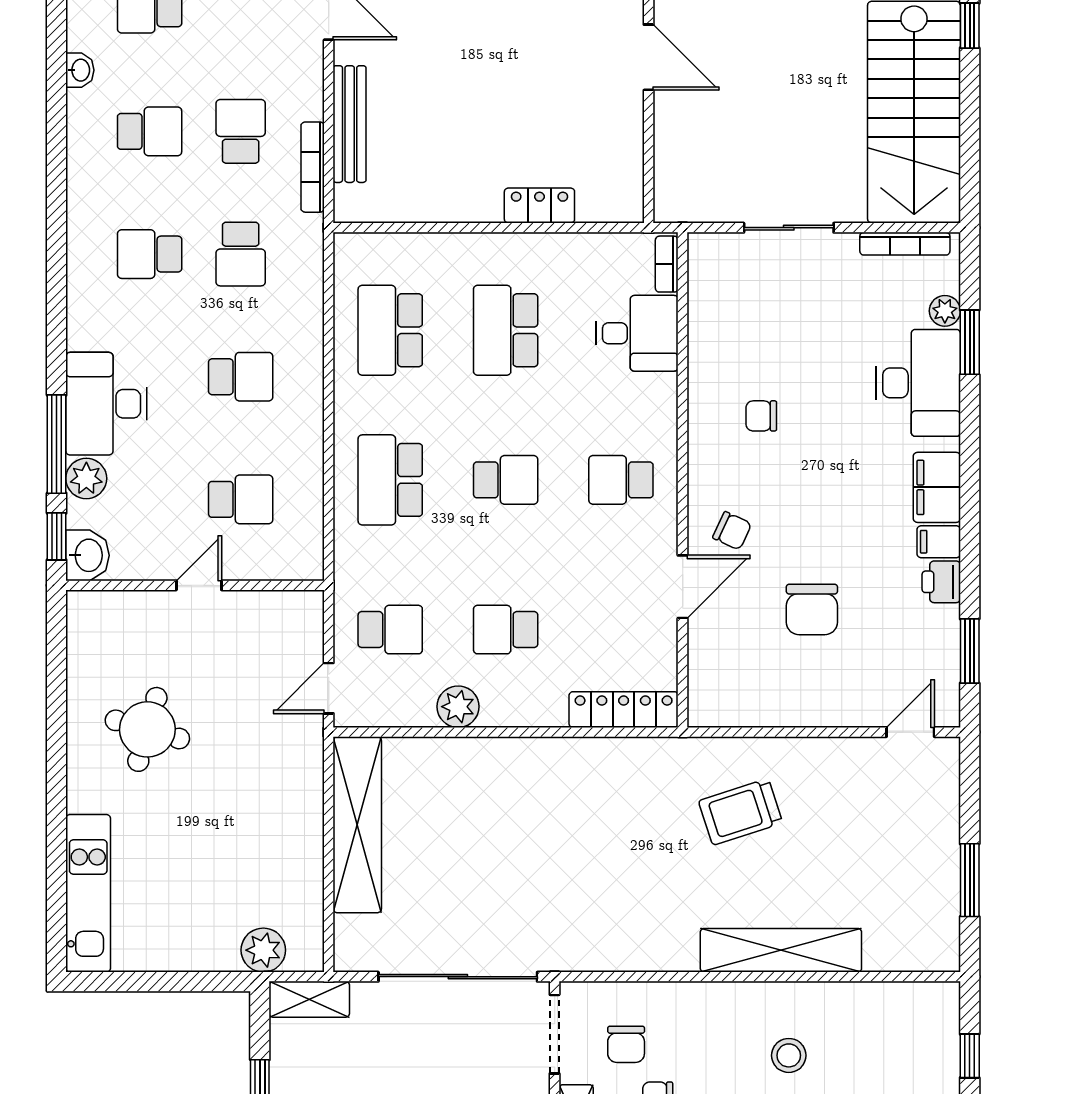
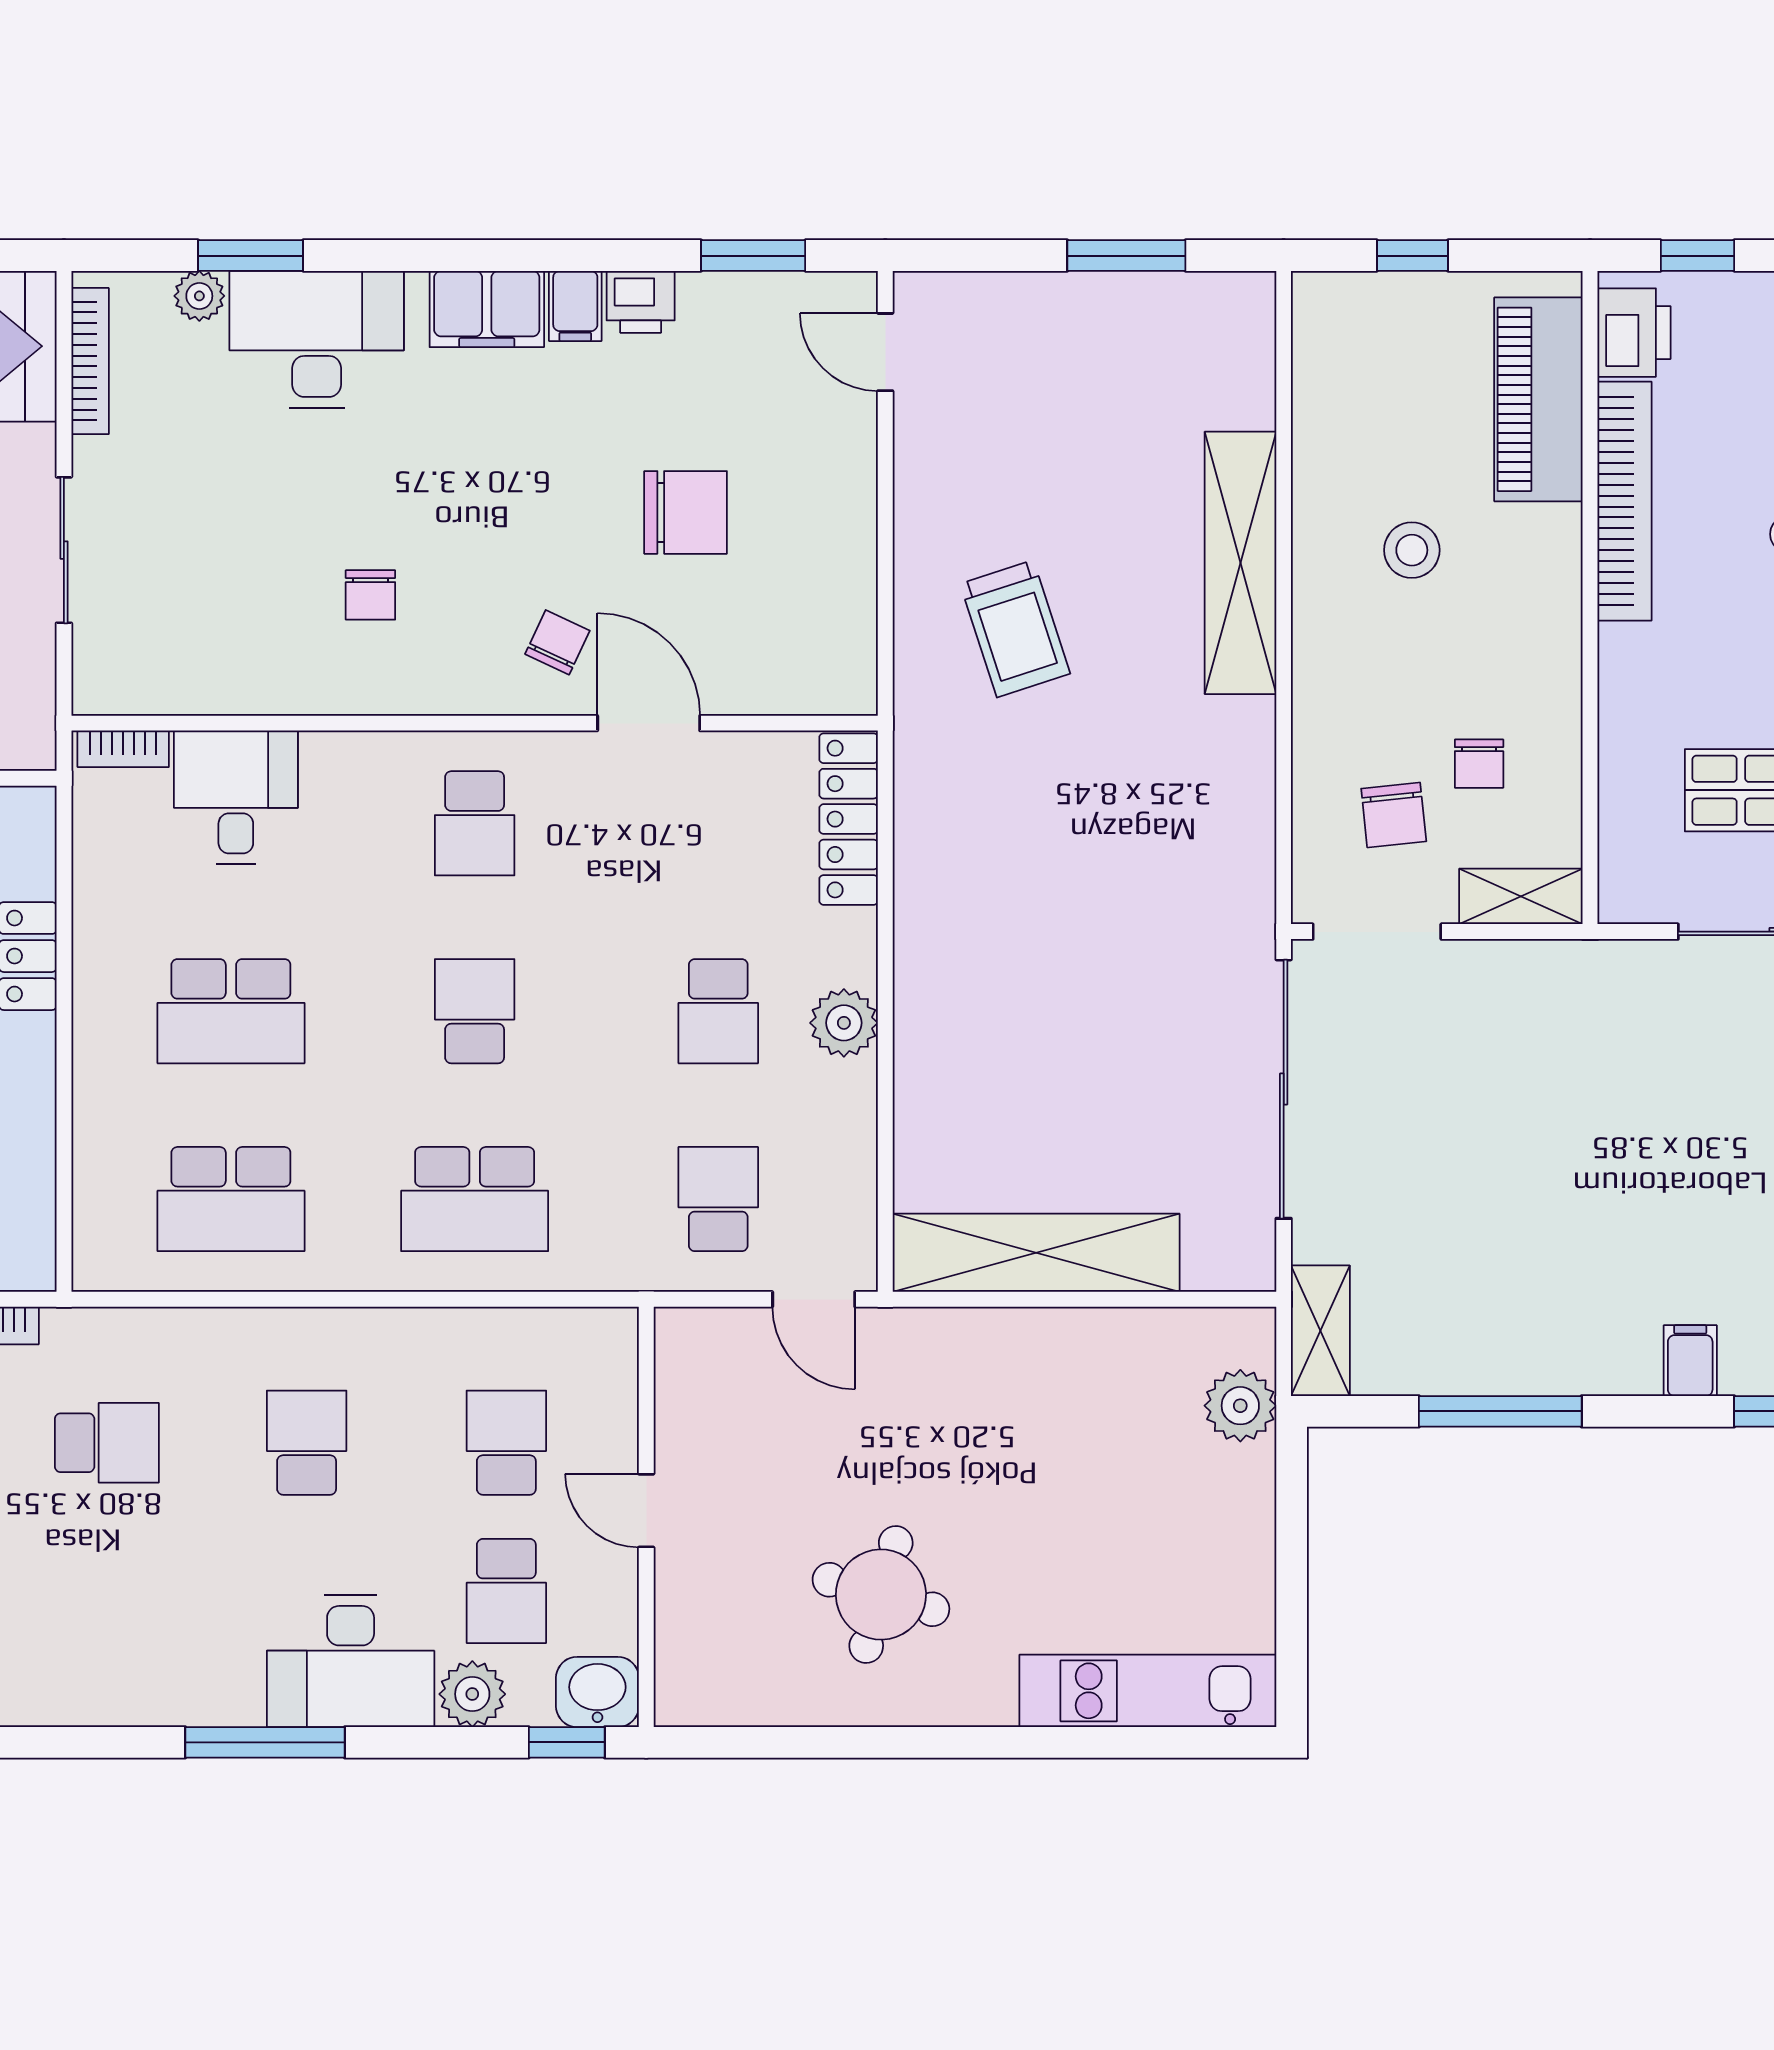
school desk: (150, 254) -> (506, 1591), moved
window: (57, 444) -> (265, 1742), moved
plant: (458, 707) -> (844, 1023), moved
chair: (626, 1044) -> (1394, 815), turned 84

